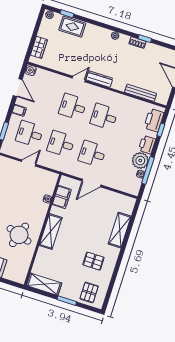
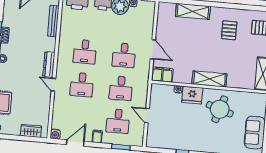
filing cabinet: (62, 197) -> (162, 75), moved
fridge: (39, 211) -> (192, 95), added

